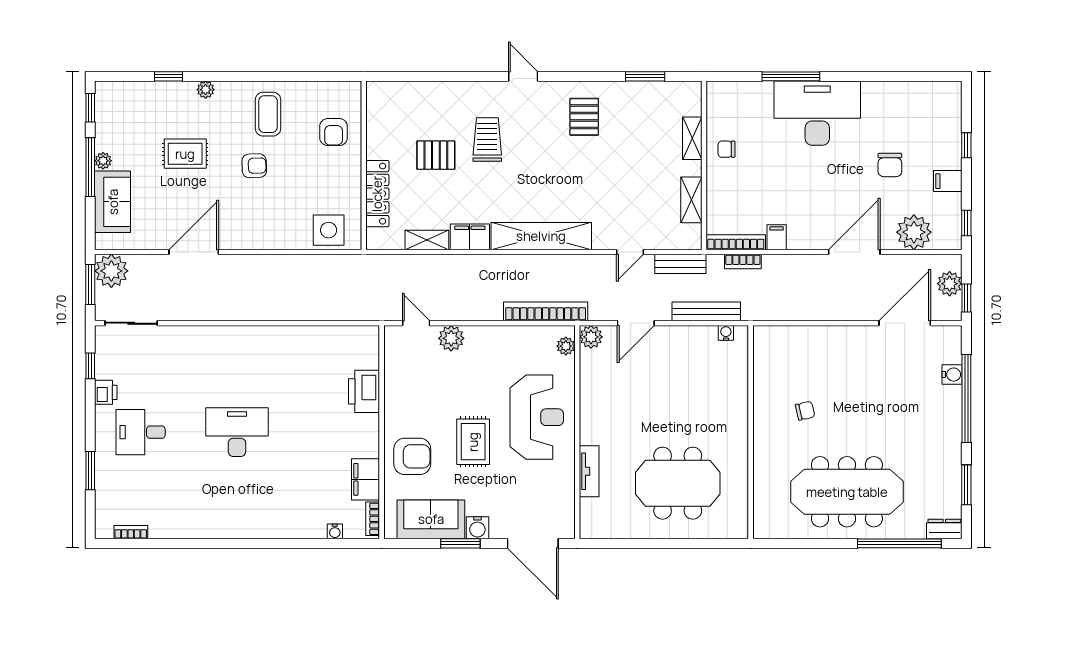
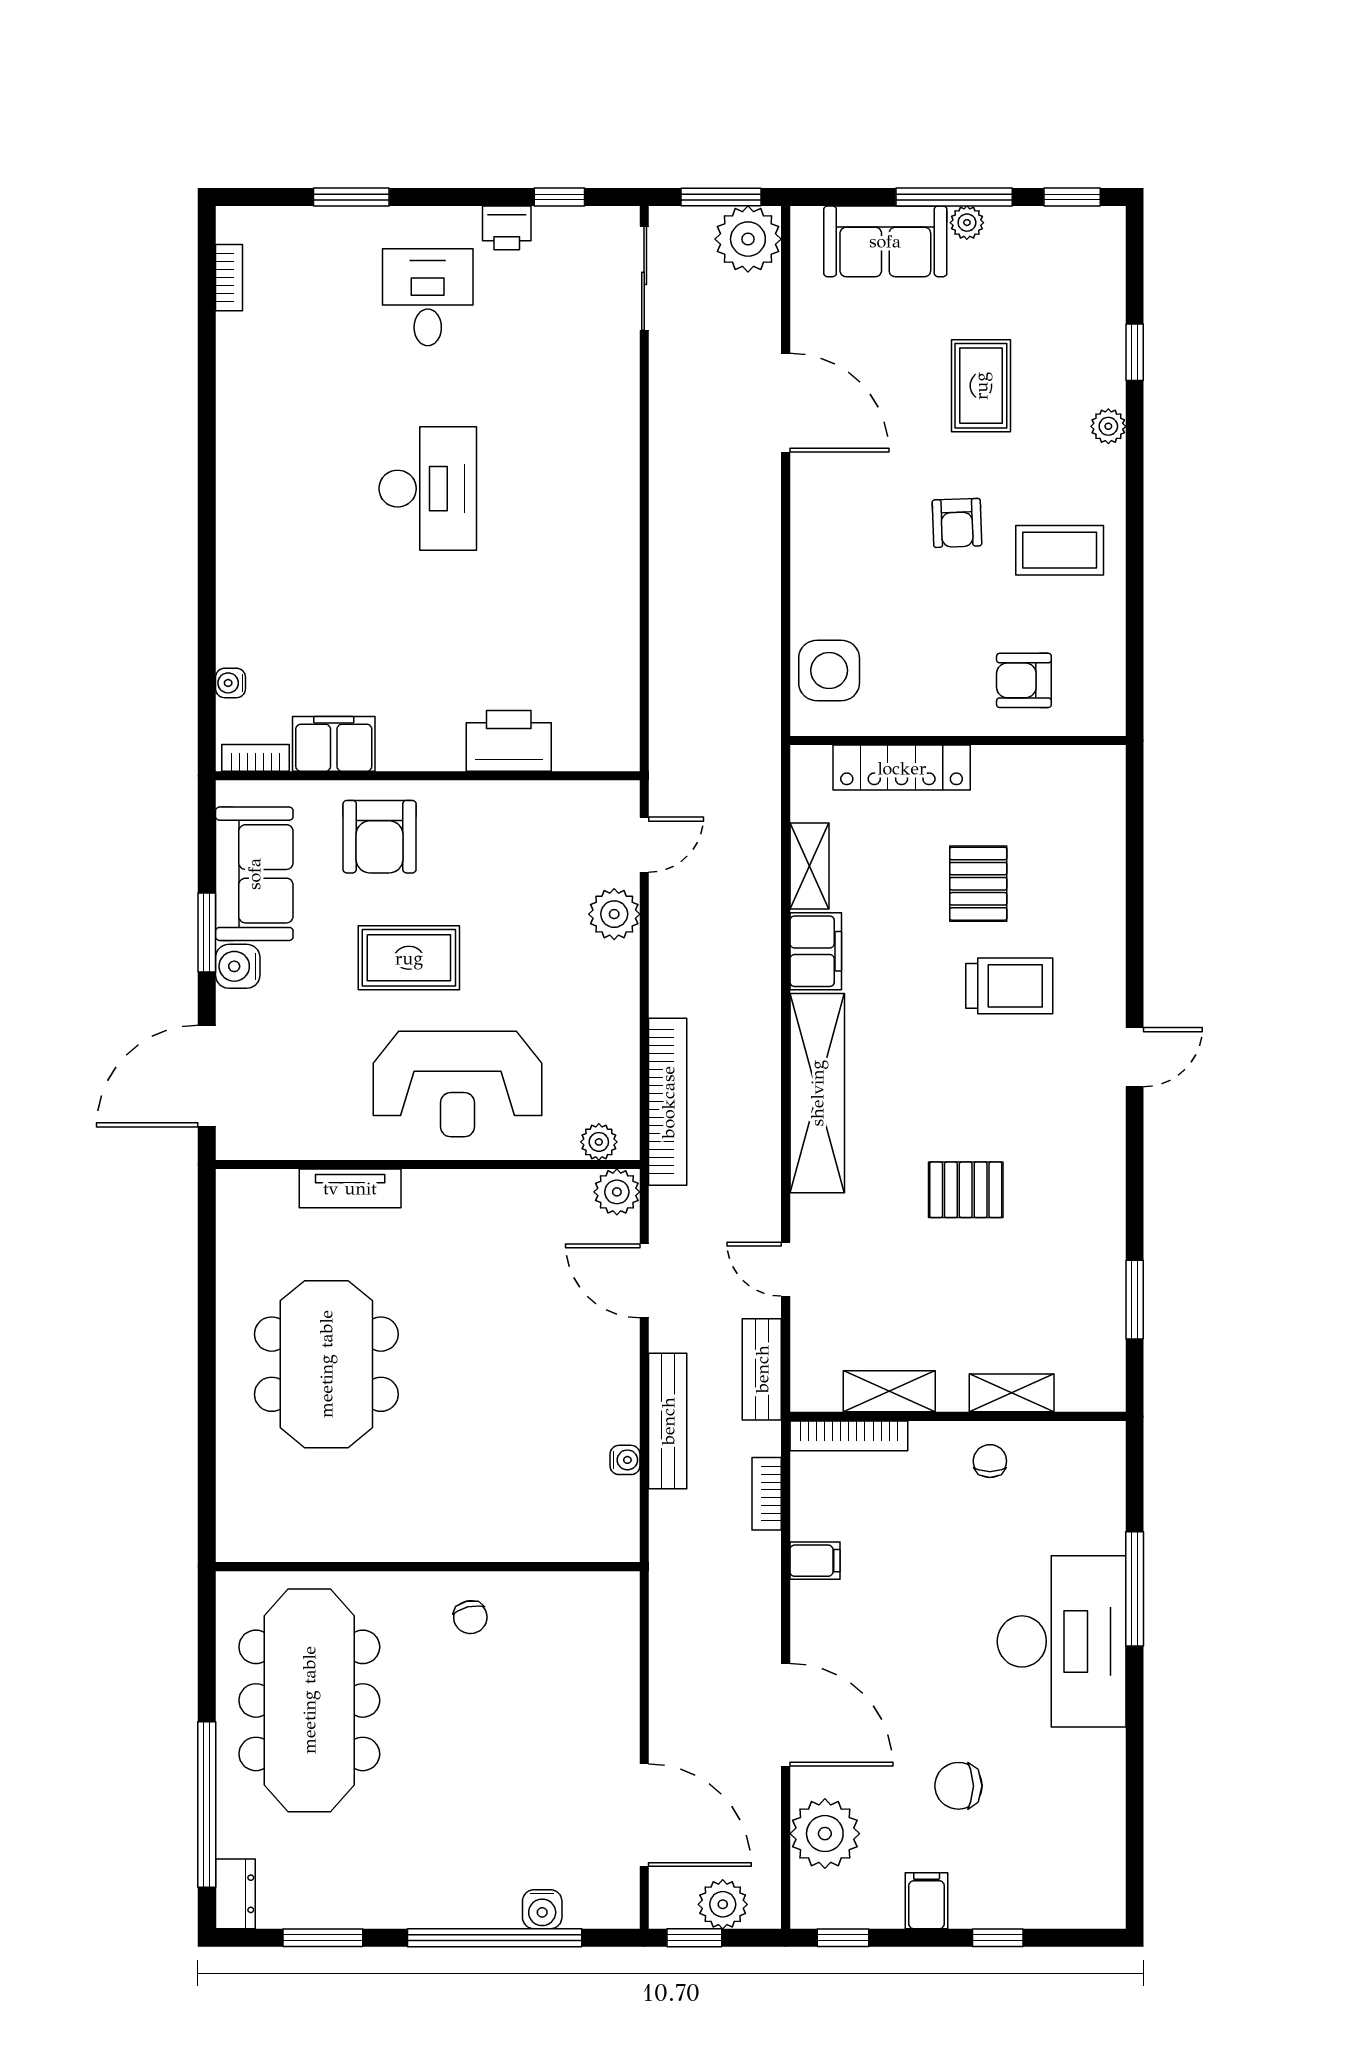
pallet: (584, 117) -> (966, 1190), moved
bookcase: (736, 242) -> (849, 1436), moved, turned 90
wall: (751, 432) -> (428, 1567), moved

